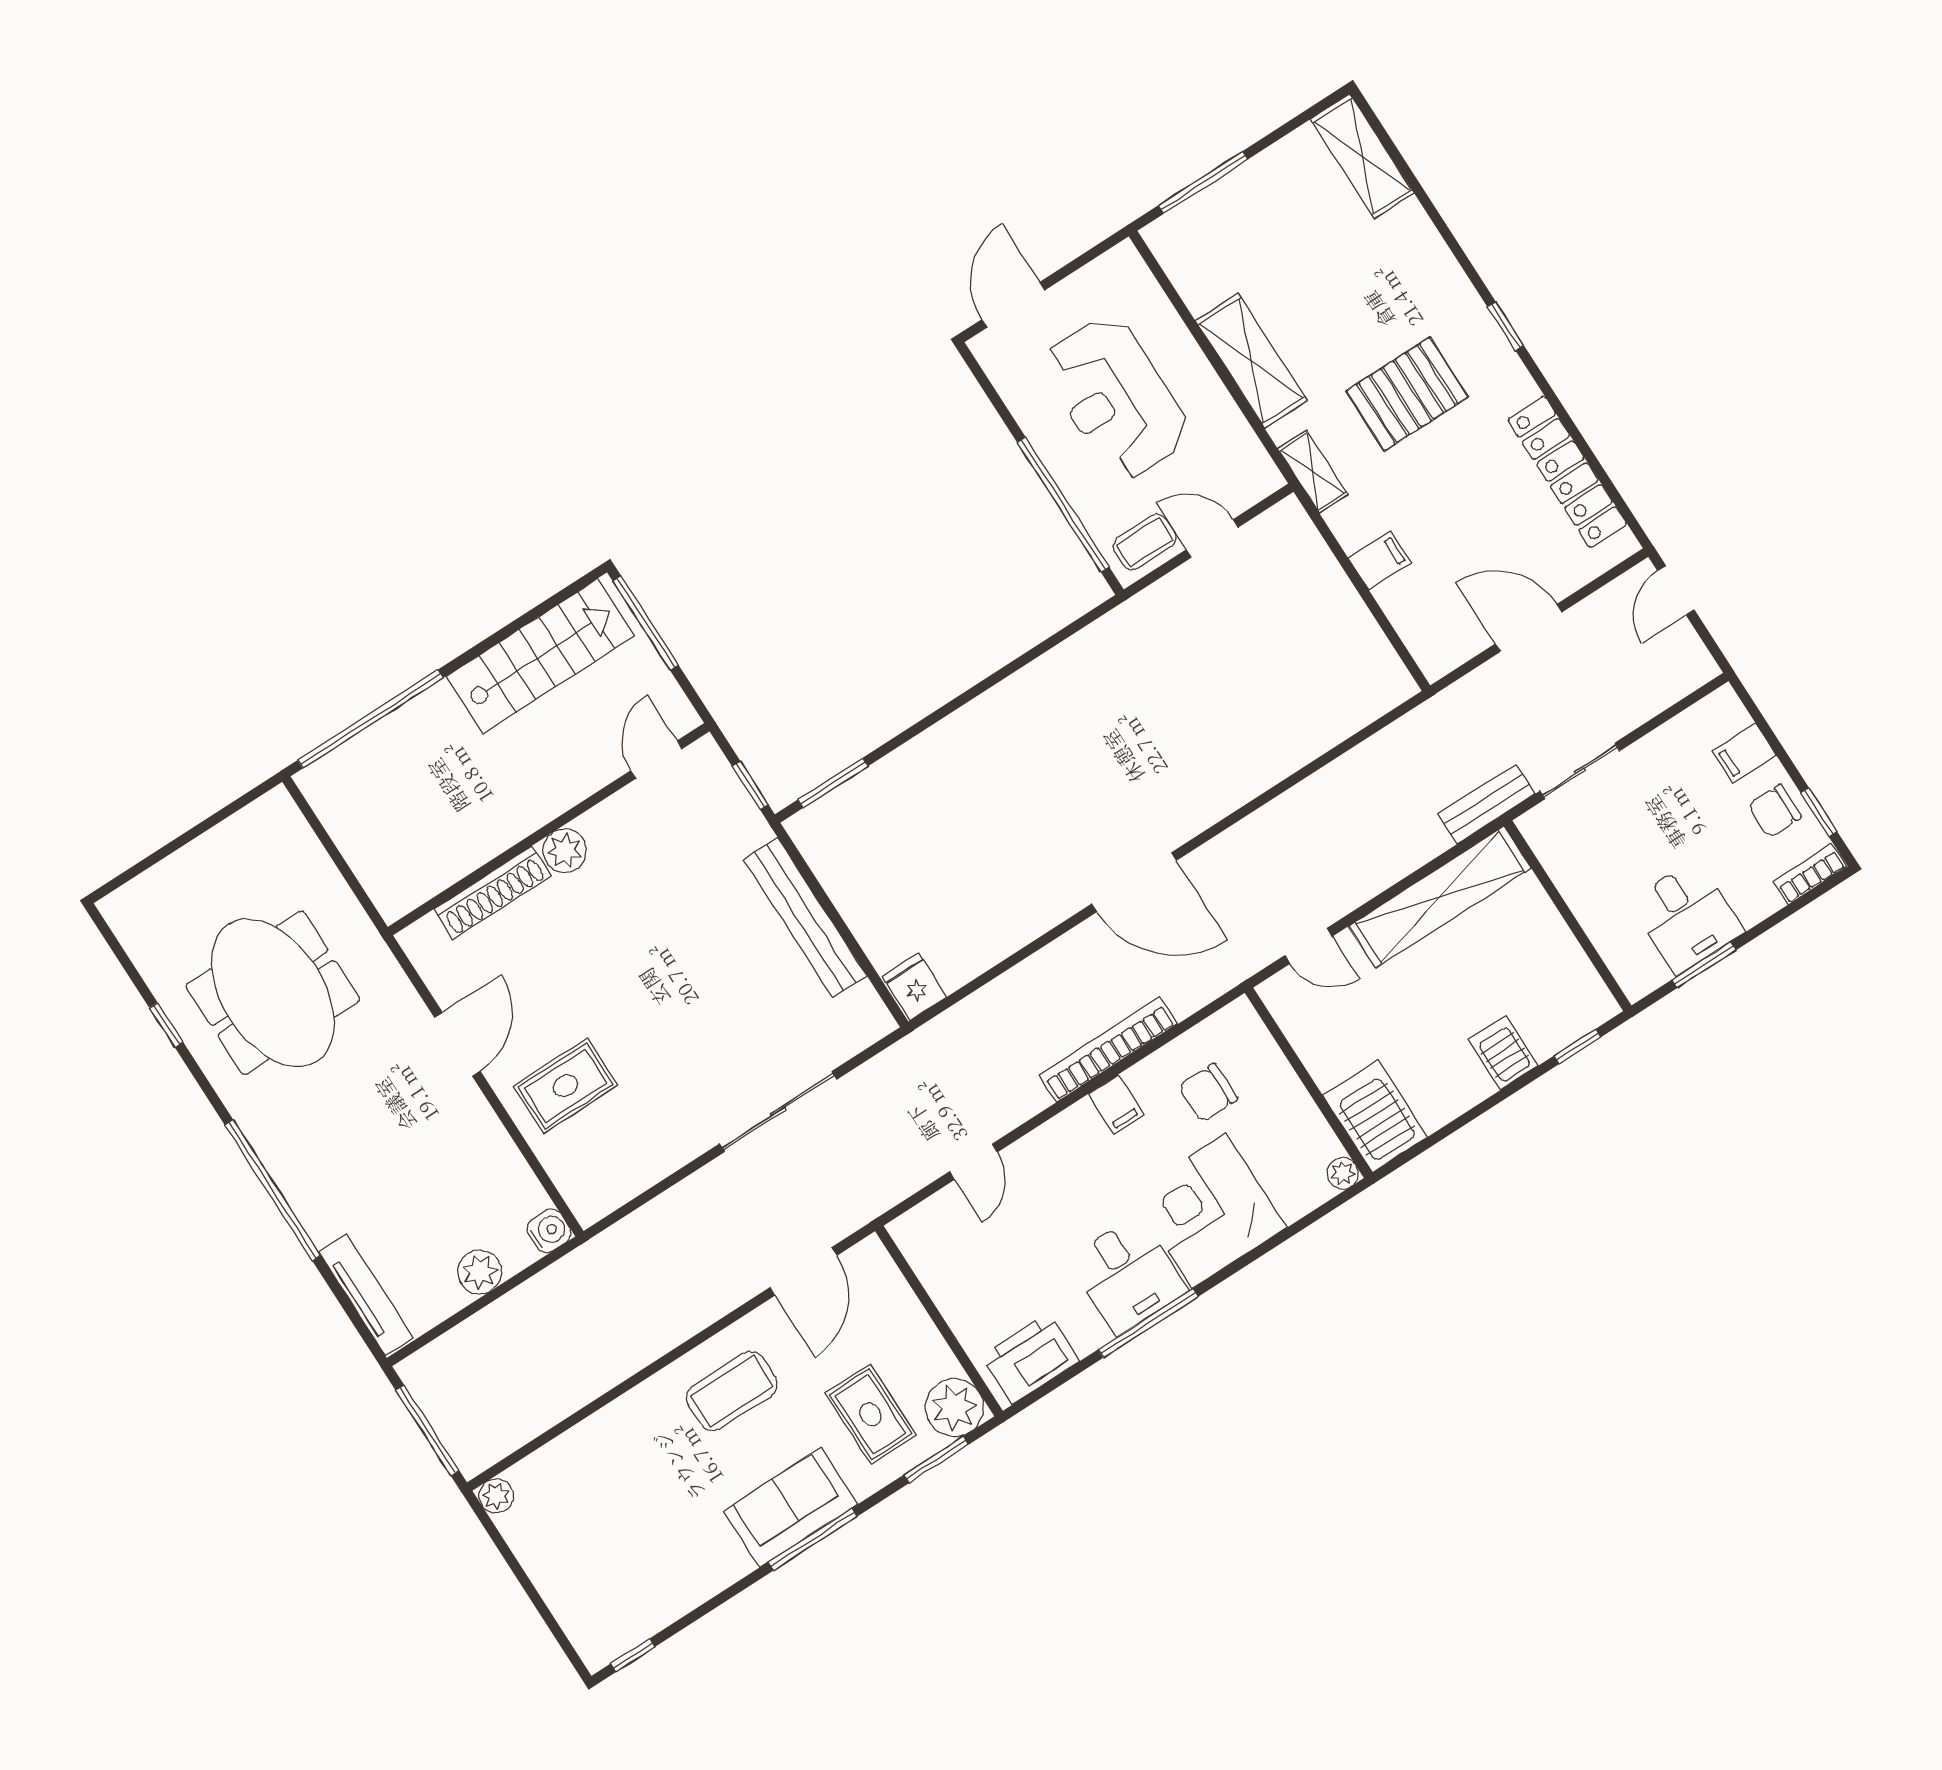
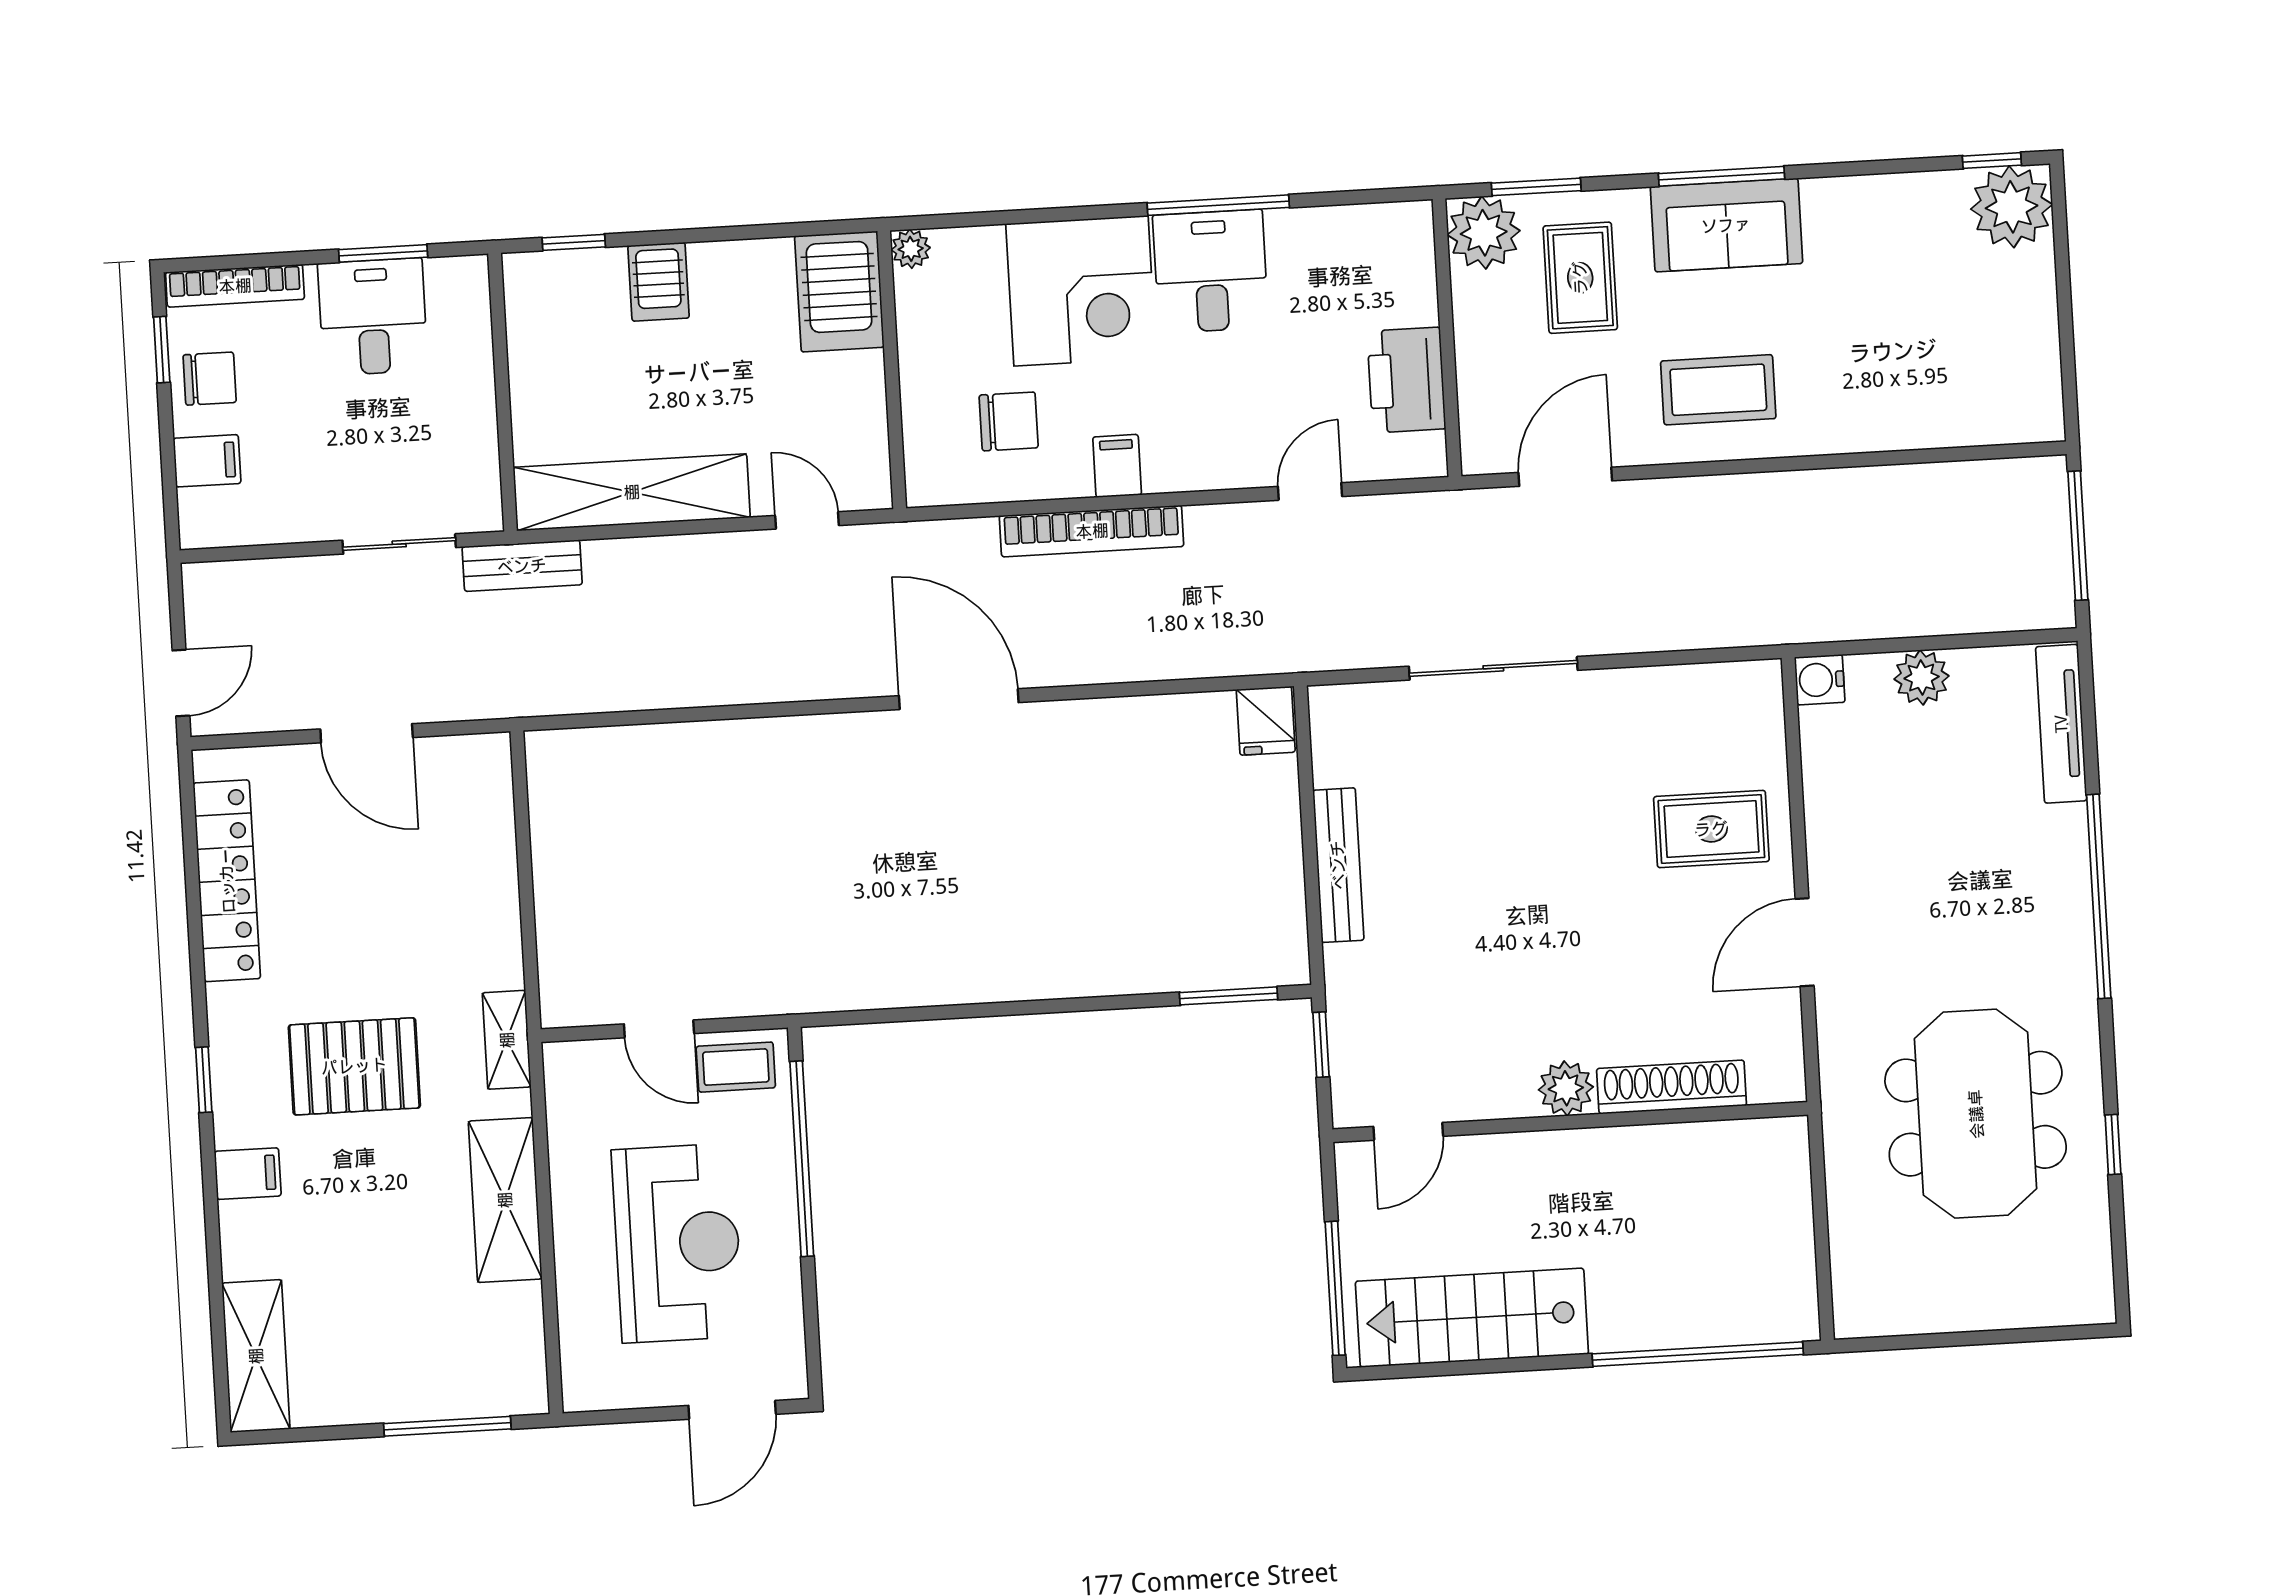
filing cabinet: (1380, 560) -> (248, 1174), moved, turned 180
bookcase: (1810, 874) -> (235, 286), width x1.56
bench: (805, 918) -> (1338, 865), width x0.73, depth x0.82
printer: (1030, 1359) -> (1406, 380), moved, turned 90
plant: (496, 1496) -> (2012, 207), moved, width x1.88, depth x1.88

